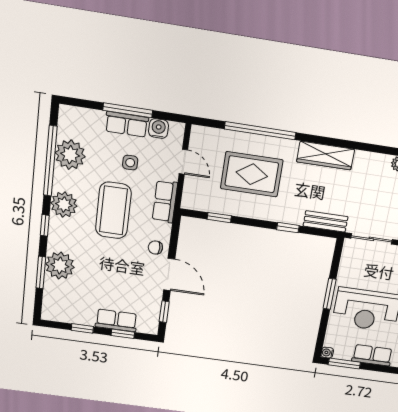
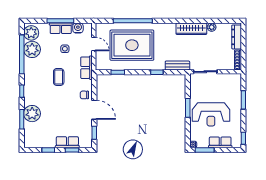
wardrobe: (326, 156) -> (191, 29), moved
rug: (252, 174) -> (132, 45), width x1.37, depth x1.44
plant: (64, 205) -> (31, 33), moved
coffee table: (113, 210) -> (59, 77), width x0.54, depth x0.58

